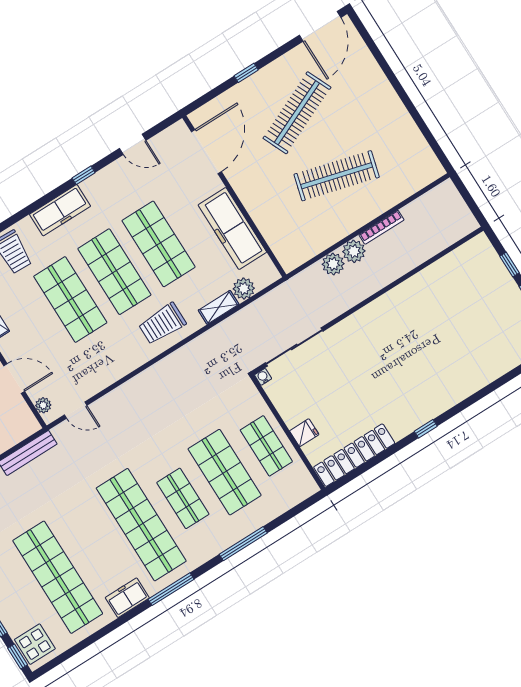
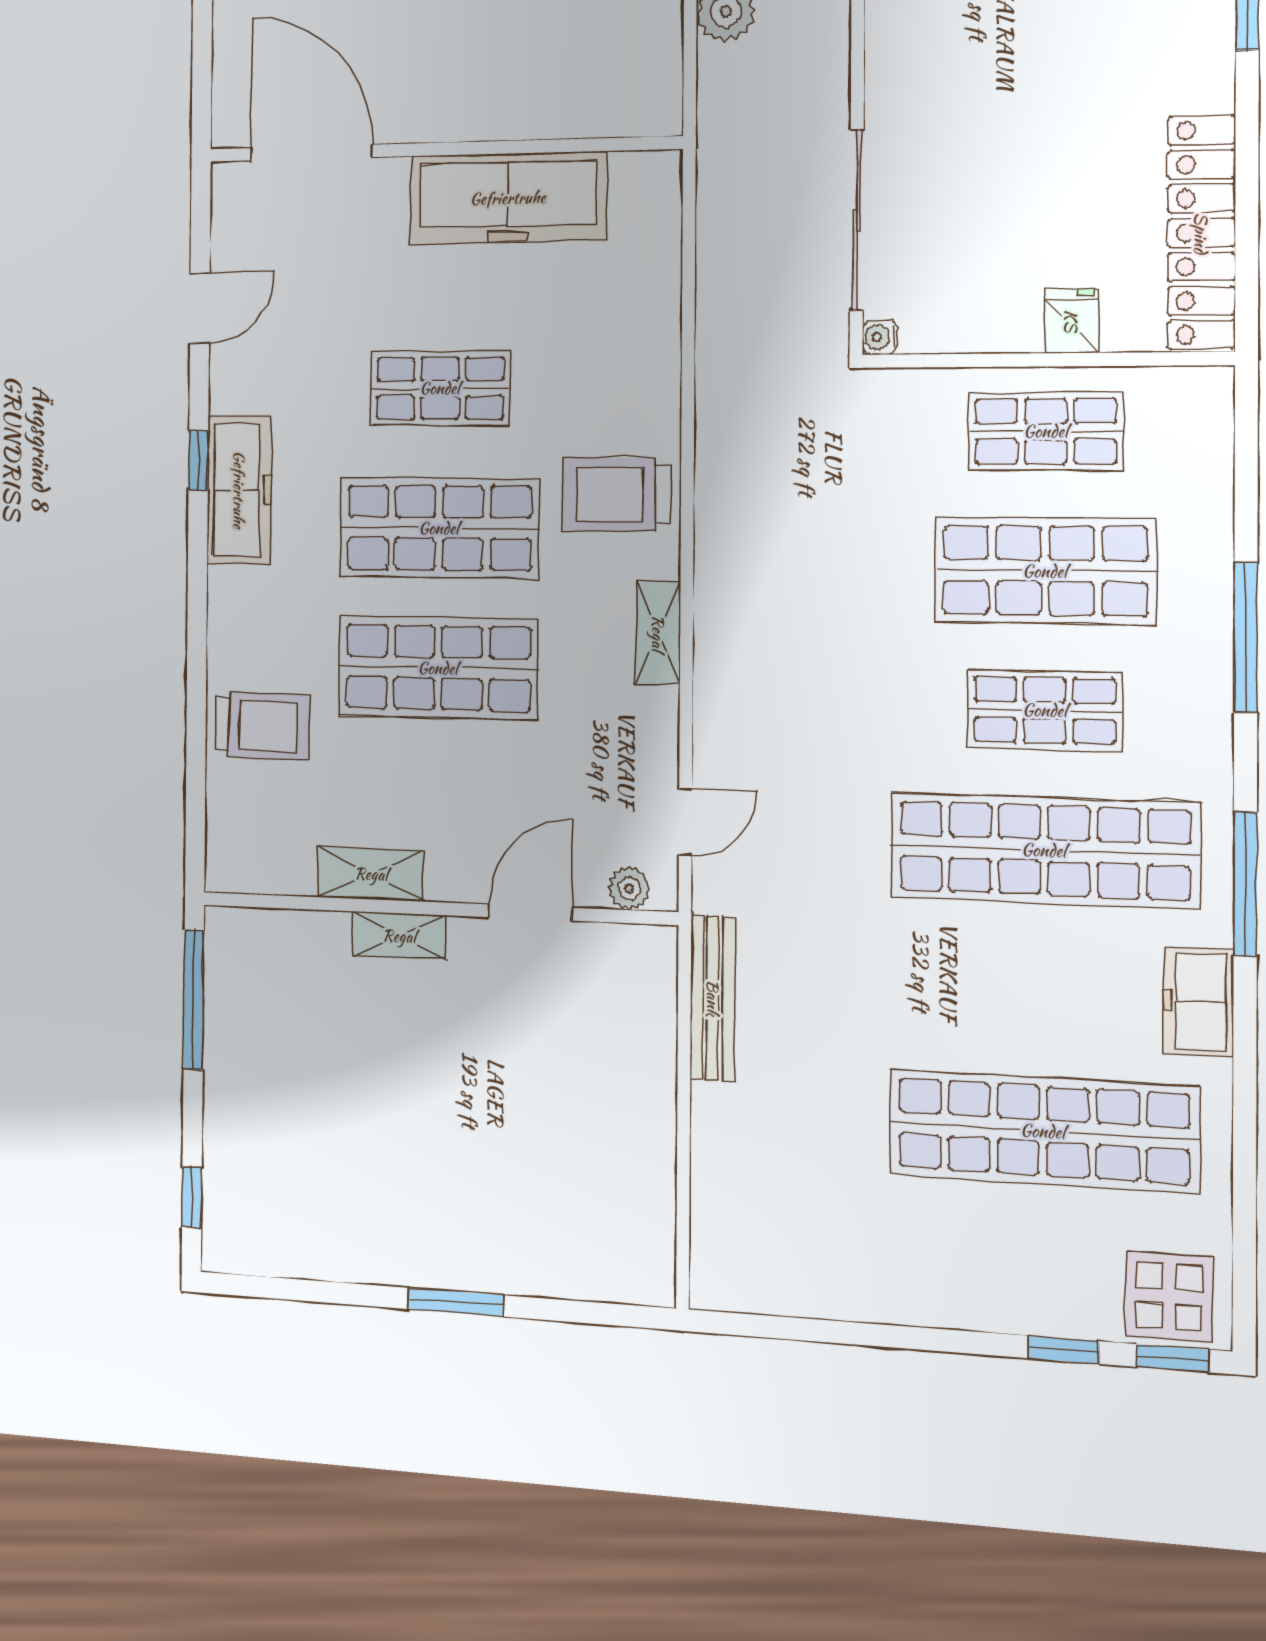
freezer: (60, 210) -> (239, 490), moved
shop shelf: (159, 244) -> (440, 388), width x0.70, depth x0.74
plant: (244, 289) -> (654, 255), removed
shelving: (219, 307) -> (658, 633), moved
trolley: (162, 324) -> (617, 494), turned 90

